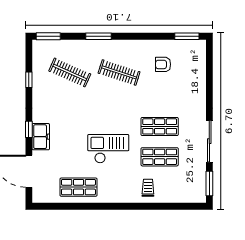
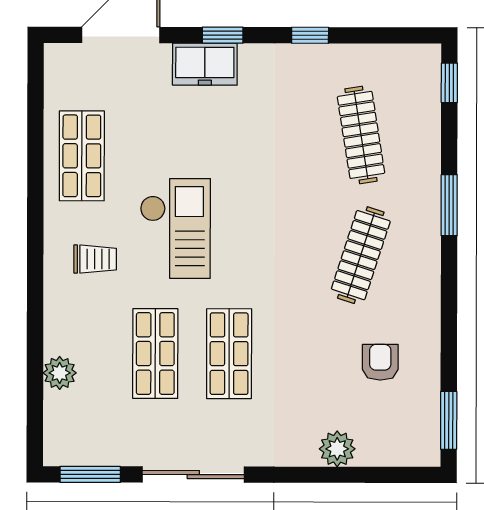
window: (48, 36) -> (449, 83), width x0.67
clothes rail: (70, 72) -> (361, 135), turned -33
window: (29, 80) -> (310, 35), moved
plant: (199, 82) -> (337, 449), added
trolley: (148, 188) -> (95, 259), moved
plant: (168, 196) -> (60, 373), added

